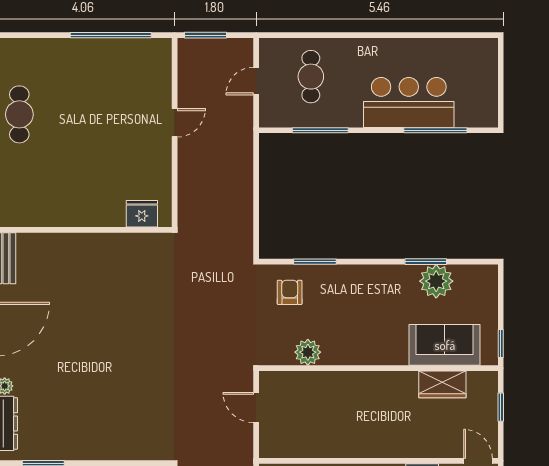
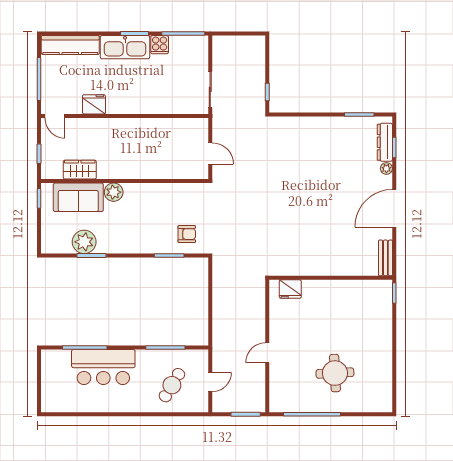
cafe table: (311, 77) -> (172, 385), turned 31
round table: (78, 94) -> (335, 373), added
cafe table: (19, 114) -> (376, 359), removed
armchair: (290, 292) -> (187, 234), turned -90
plant: (308, 352) -> (114, 192), moved

